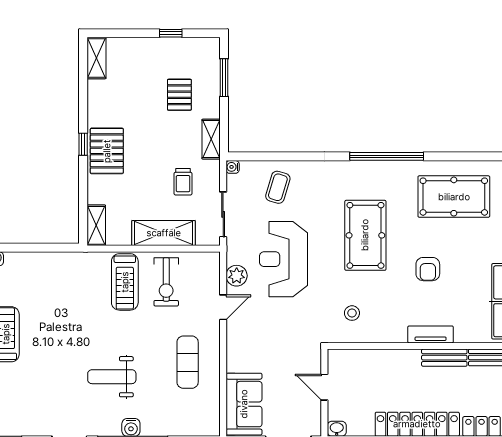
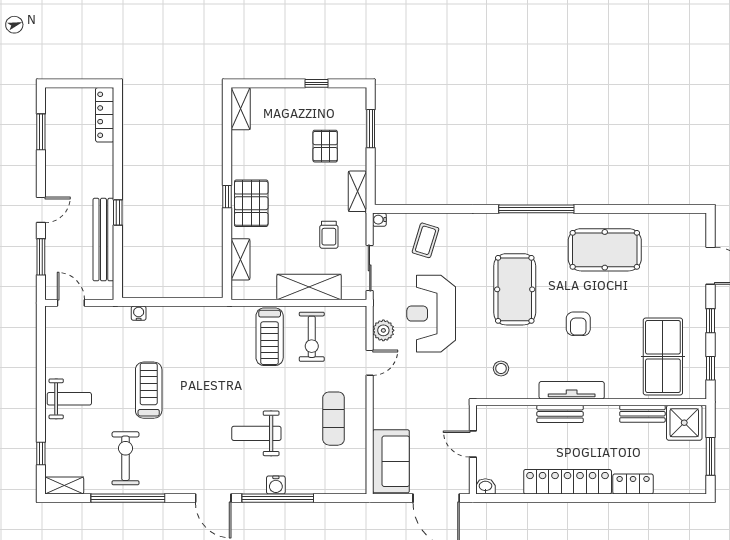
shelving: (96, 225) -> (240, 259), moved
tv unit: (431, 334) -> (572, 390), width x1.41
bench: (444, 358) -> (560, 414), moved

